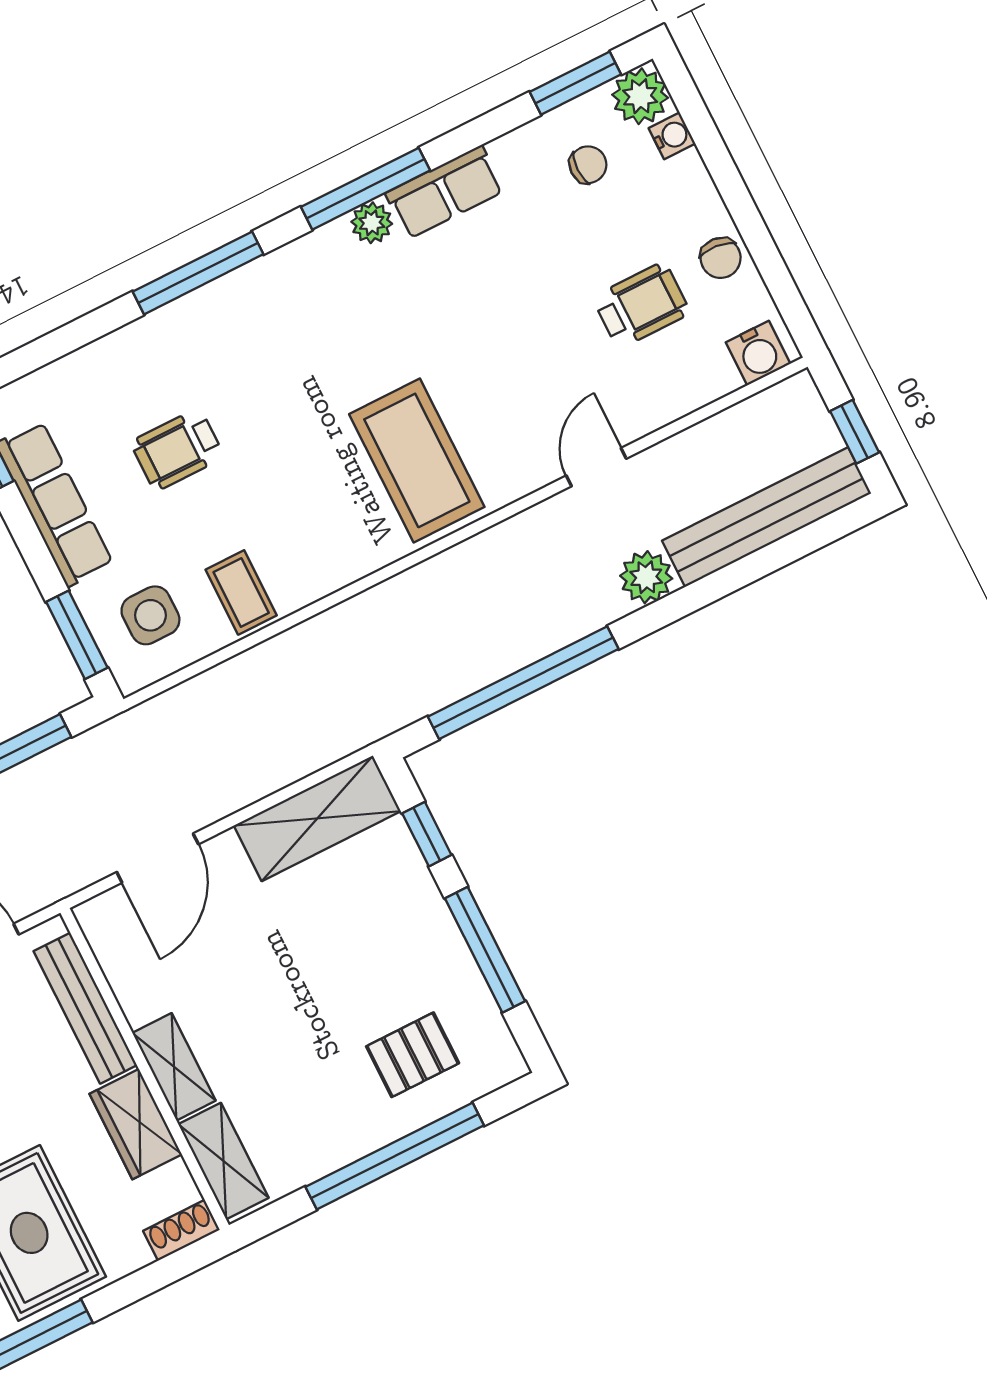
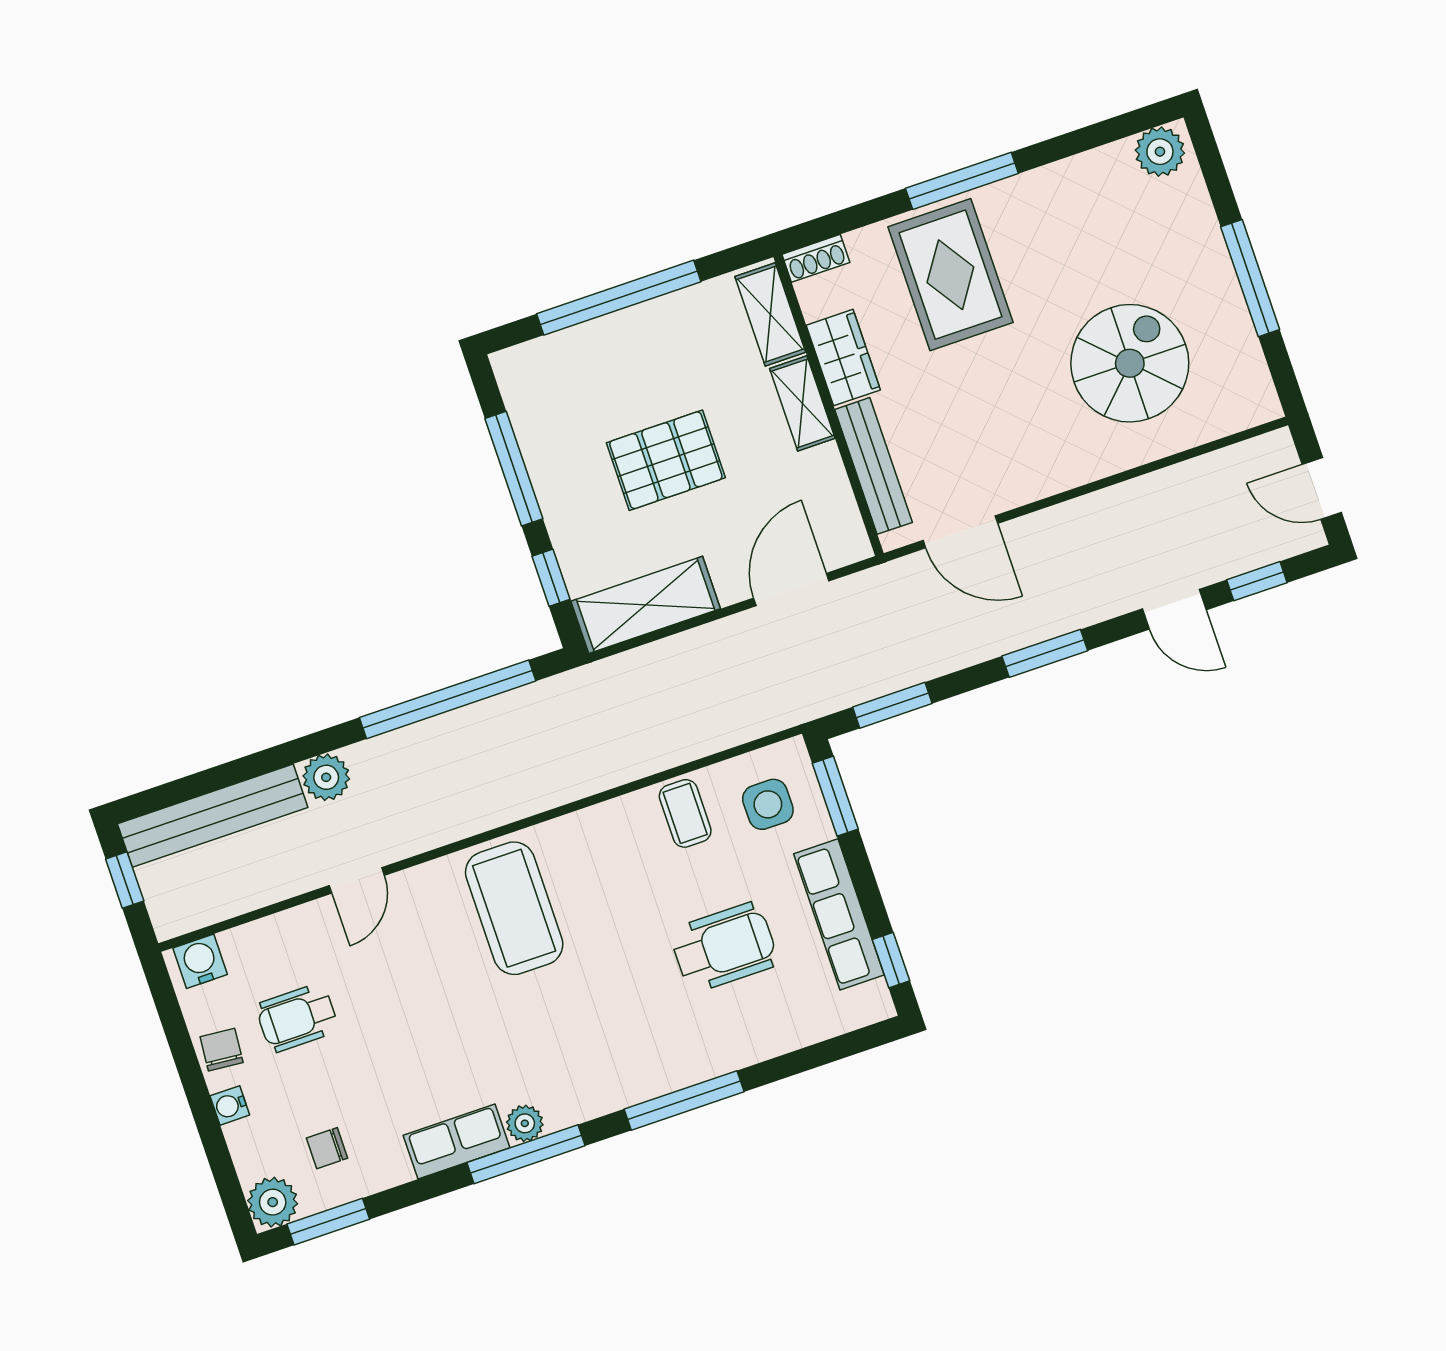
water cooler: (672, 136) -> (230, 1105), moved
wheelchair: (177, 450) -> (724, 947), width x1.36, depth x1.37
pallet: (413, 1055) -> (666, 460), moved, width x1.50, depth x1.42

